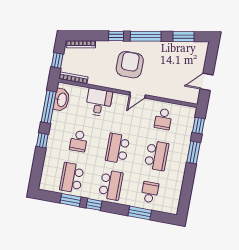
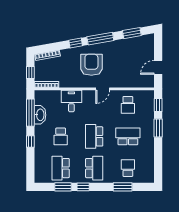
washbasin: (62, 100) -> (40, 115), moved
school desk: (157, 156) -> (128, 136), turned -90

